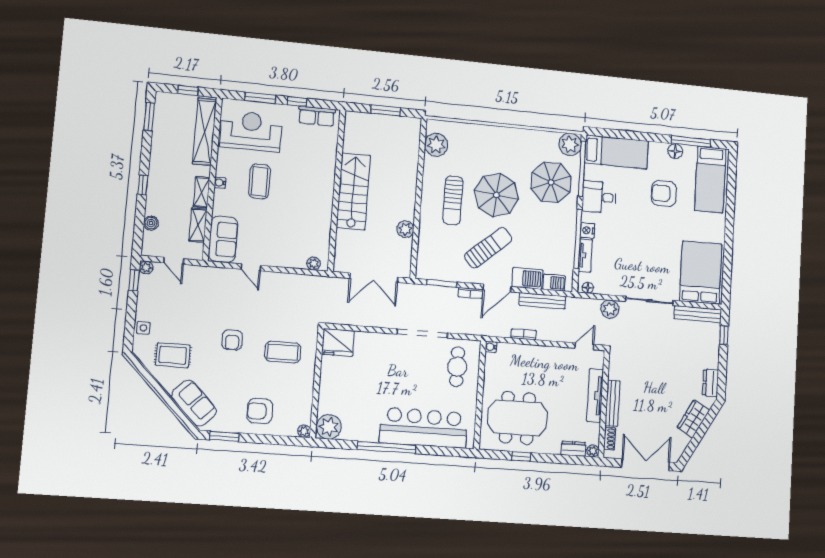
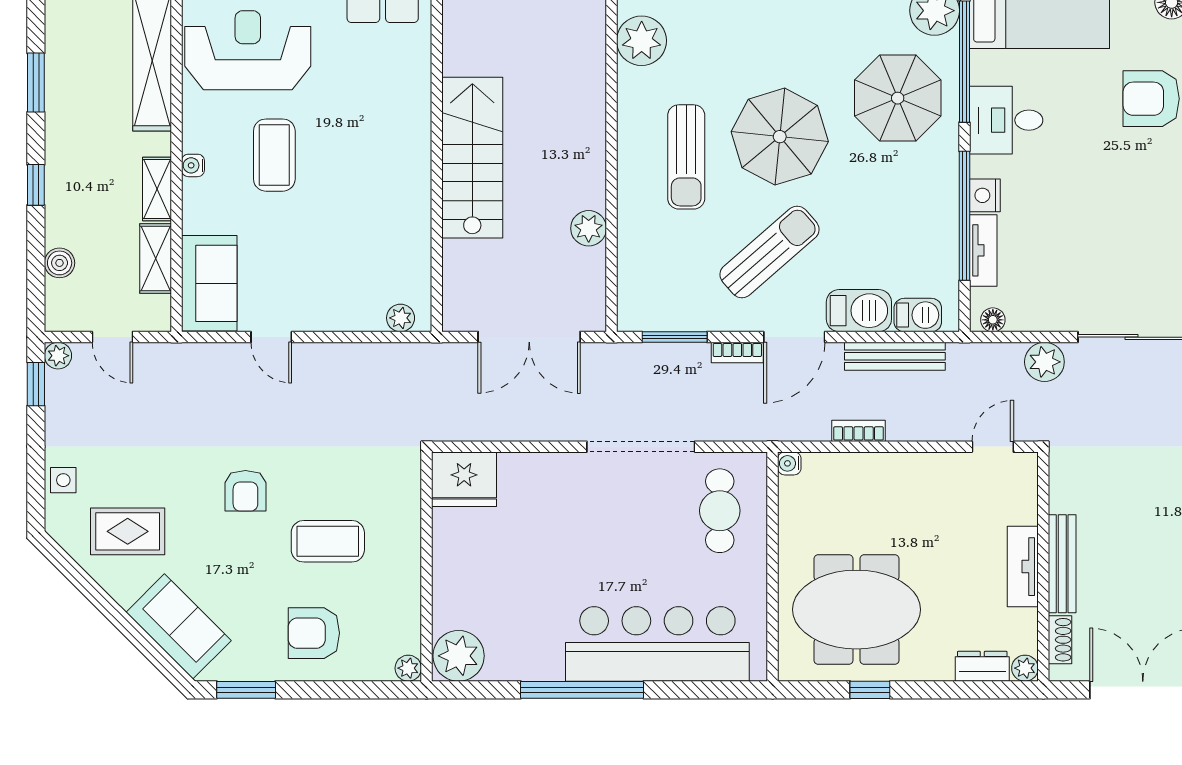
window: (149, 116) -> (36, 83), moved
coffee table: (283, 352) -> (328, 541), moved
tv unit: (595, 396) -> (1023, 567), width x0.71

